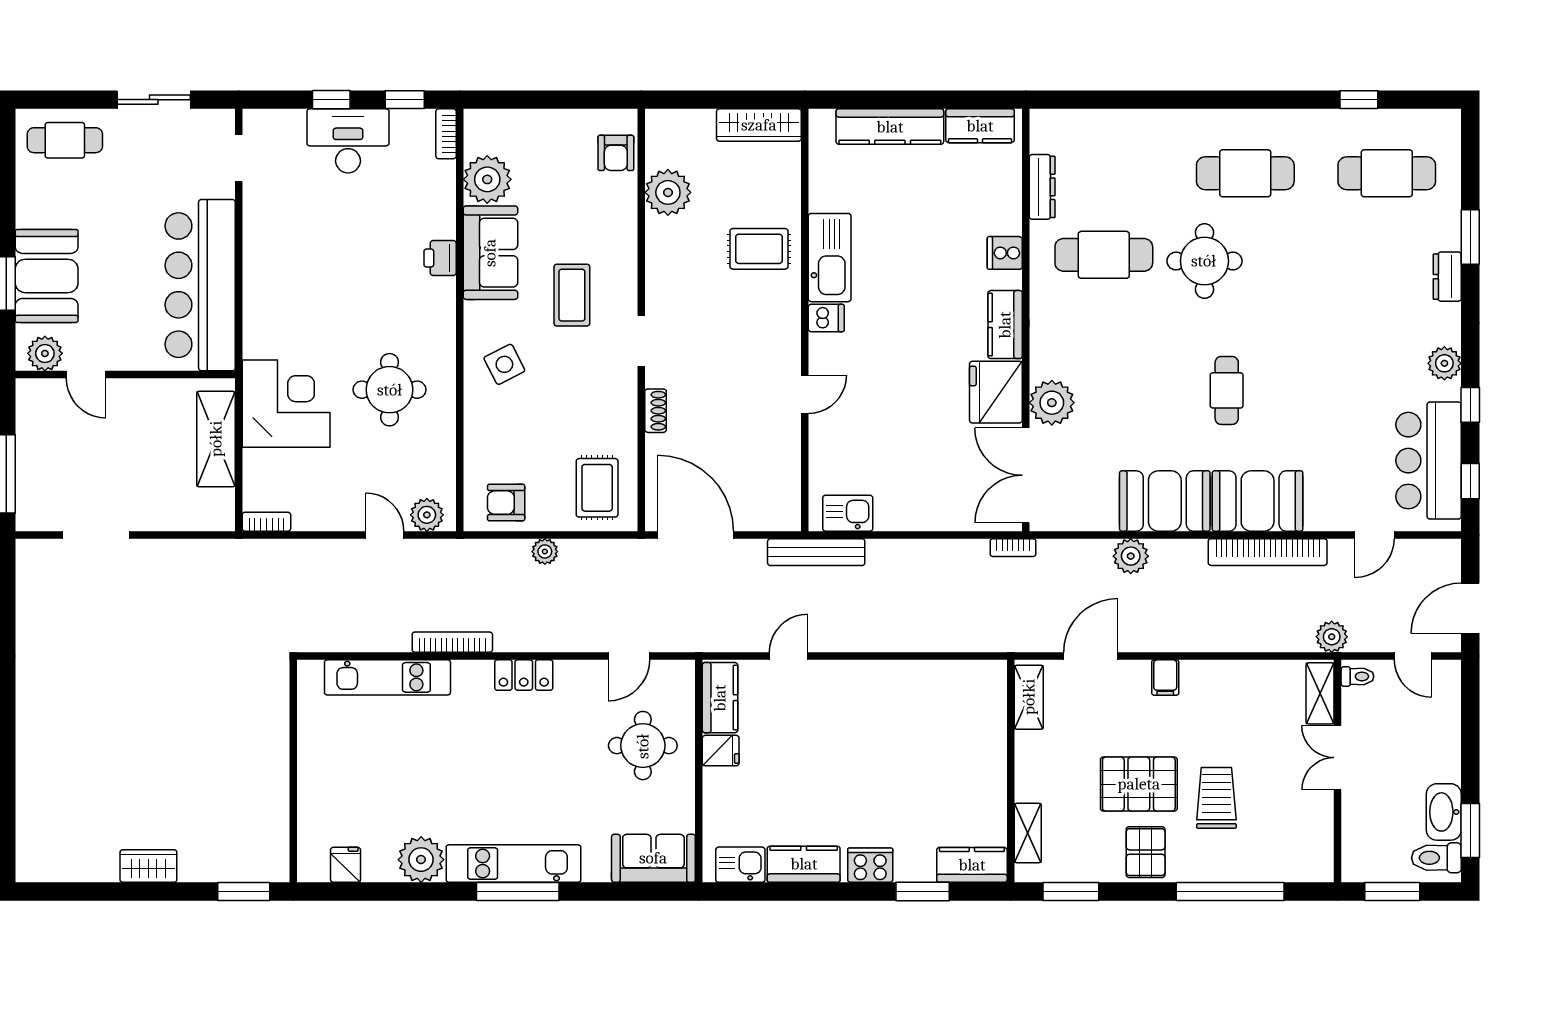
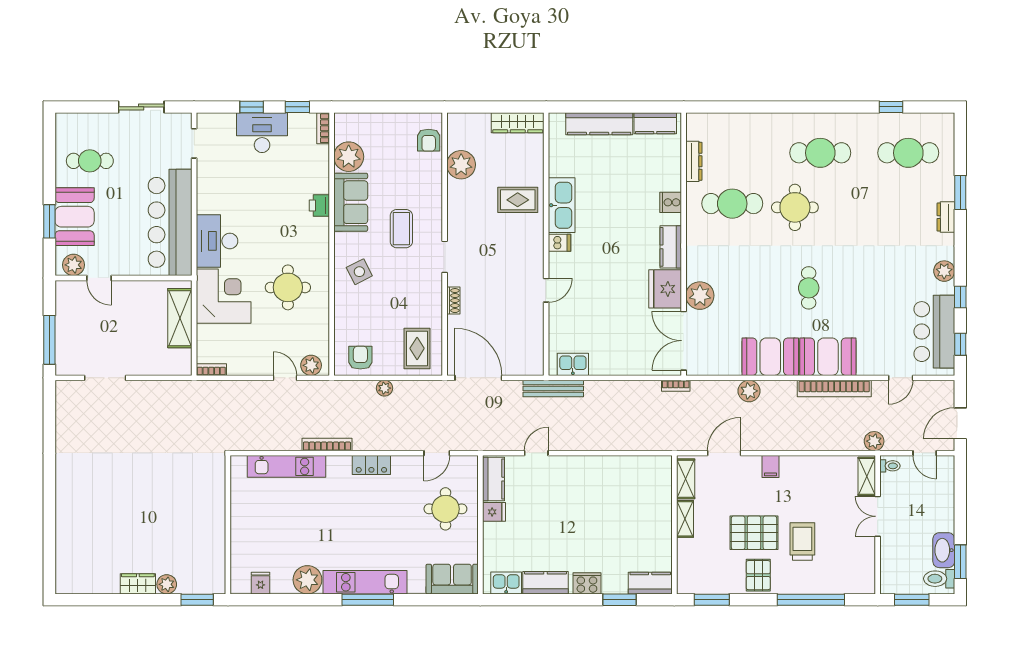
cafe table: (65, 140) -> (90, 161), moved
desk: (276, 315) -> (217, 241), added
armchair: (506, 503) -> (360, 358), turned 90
shelving: (1028, 833) -> (685, 519), moved
plant: (195, 867) -> (167, 584), added

